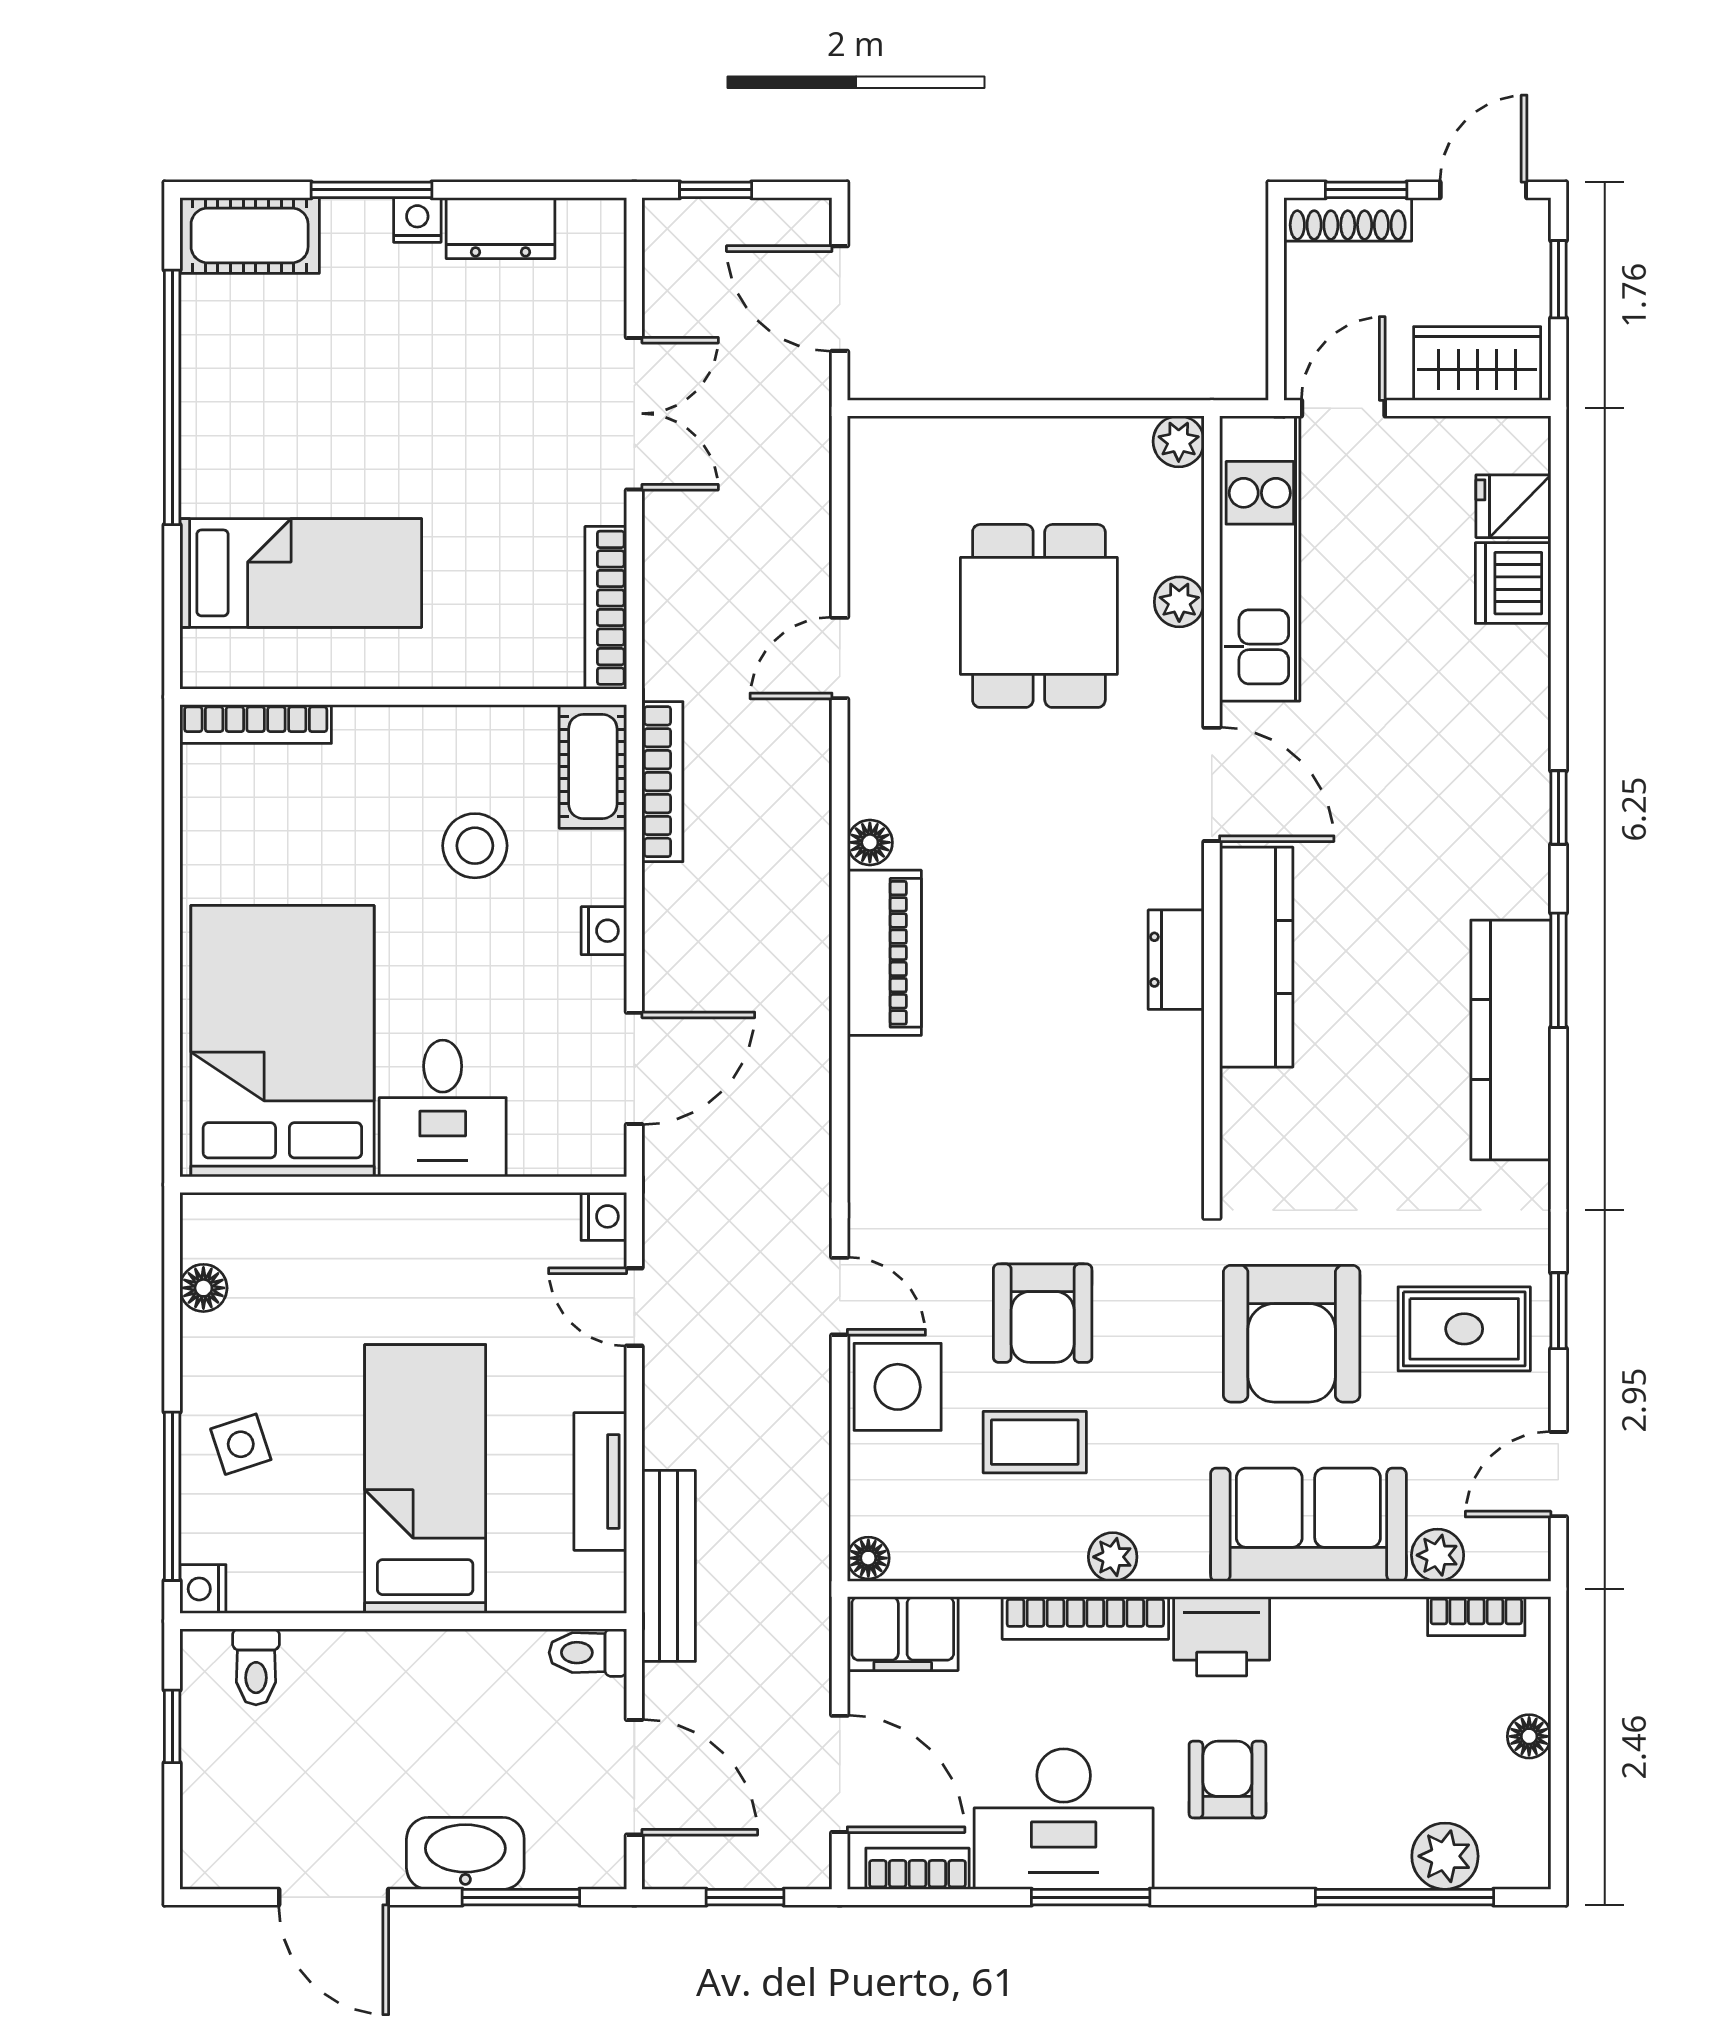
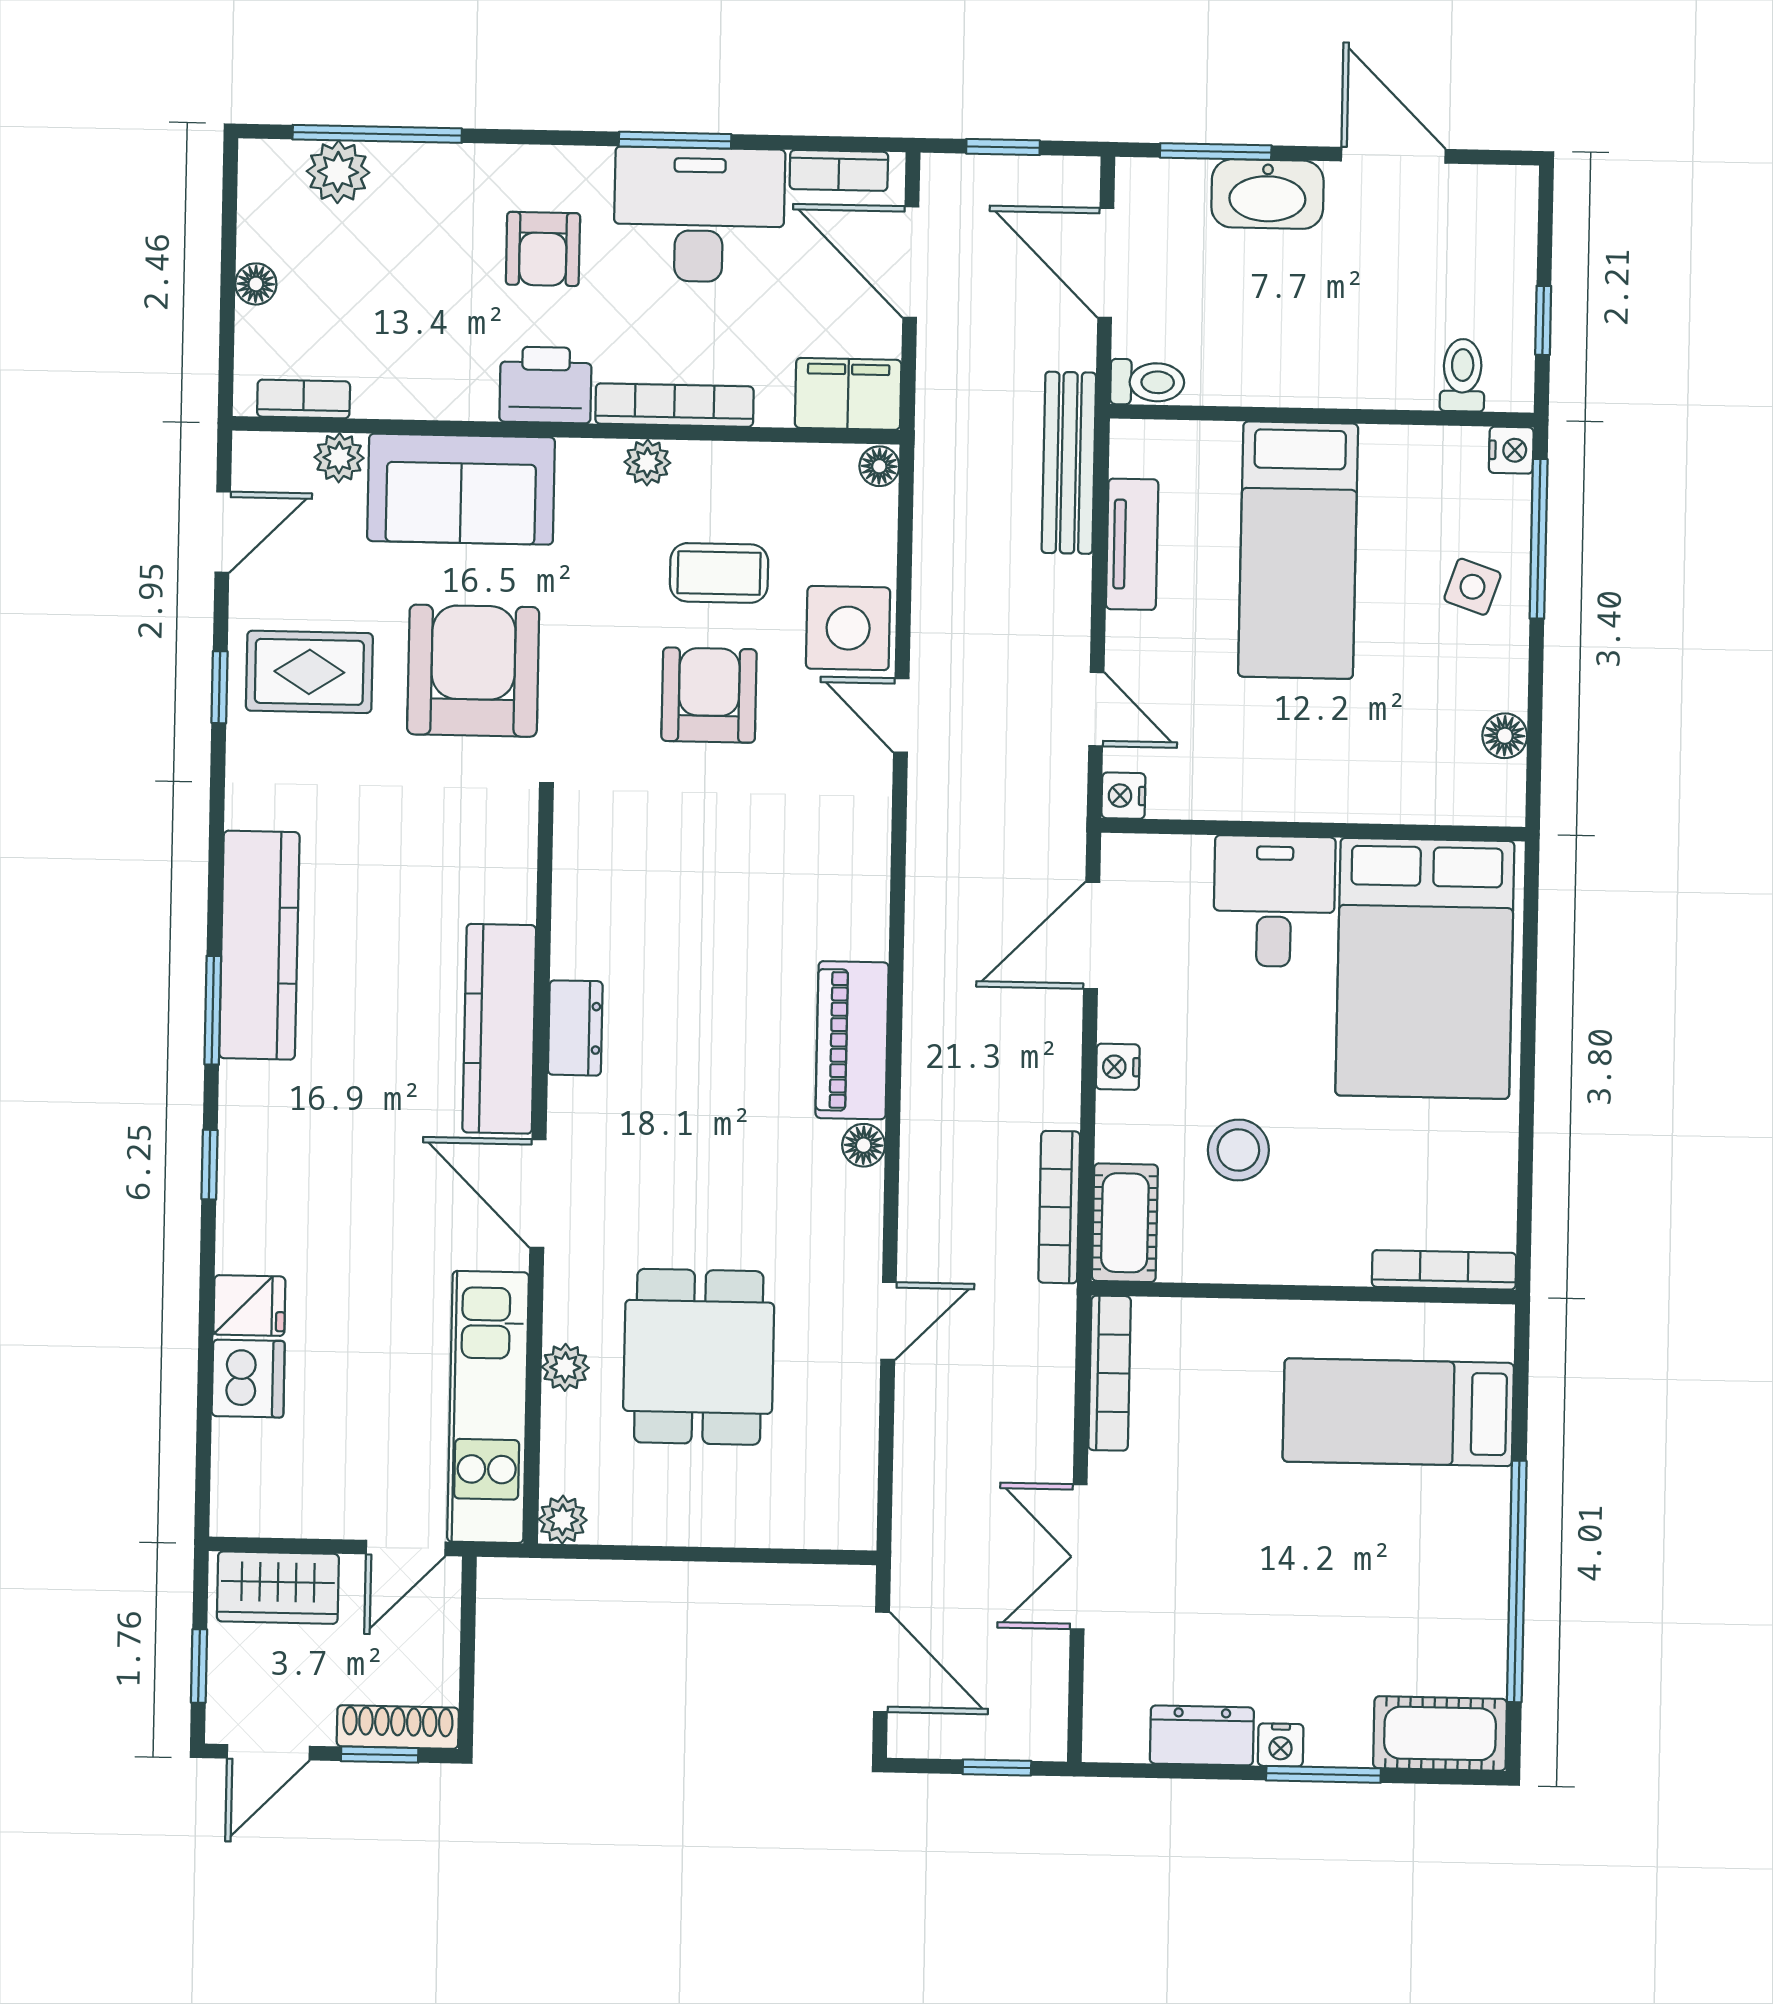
fridge: (1513, 506) -> (249, 1306), moved
side table: (241, 1444) -> (1472, 587), turned 37

